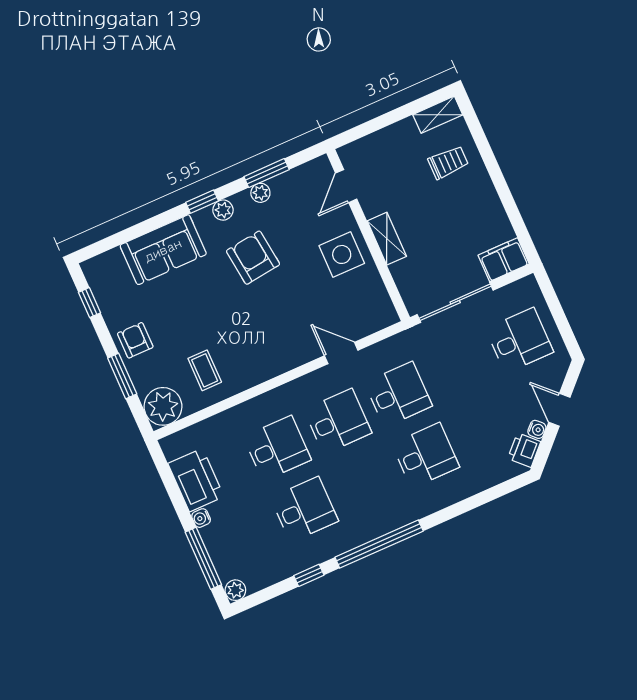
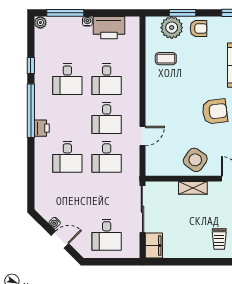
side table: (342, 254) -> (195, 160), turned 35
plant: (163, 406) -> (172, 28), moved
printer: (524, 450) -> (42, 128), moved, turned 45

